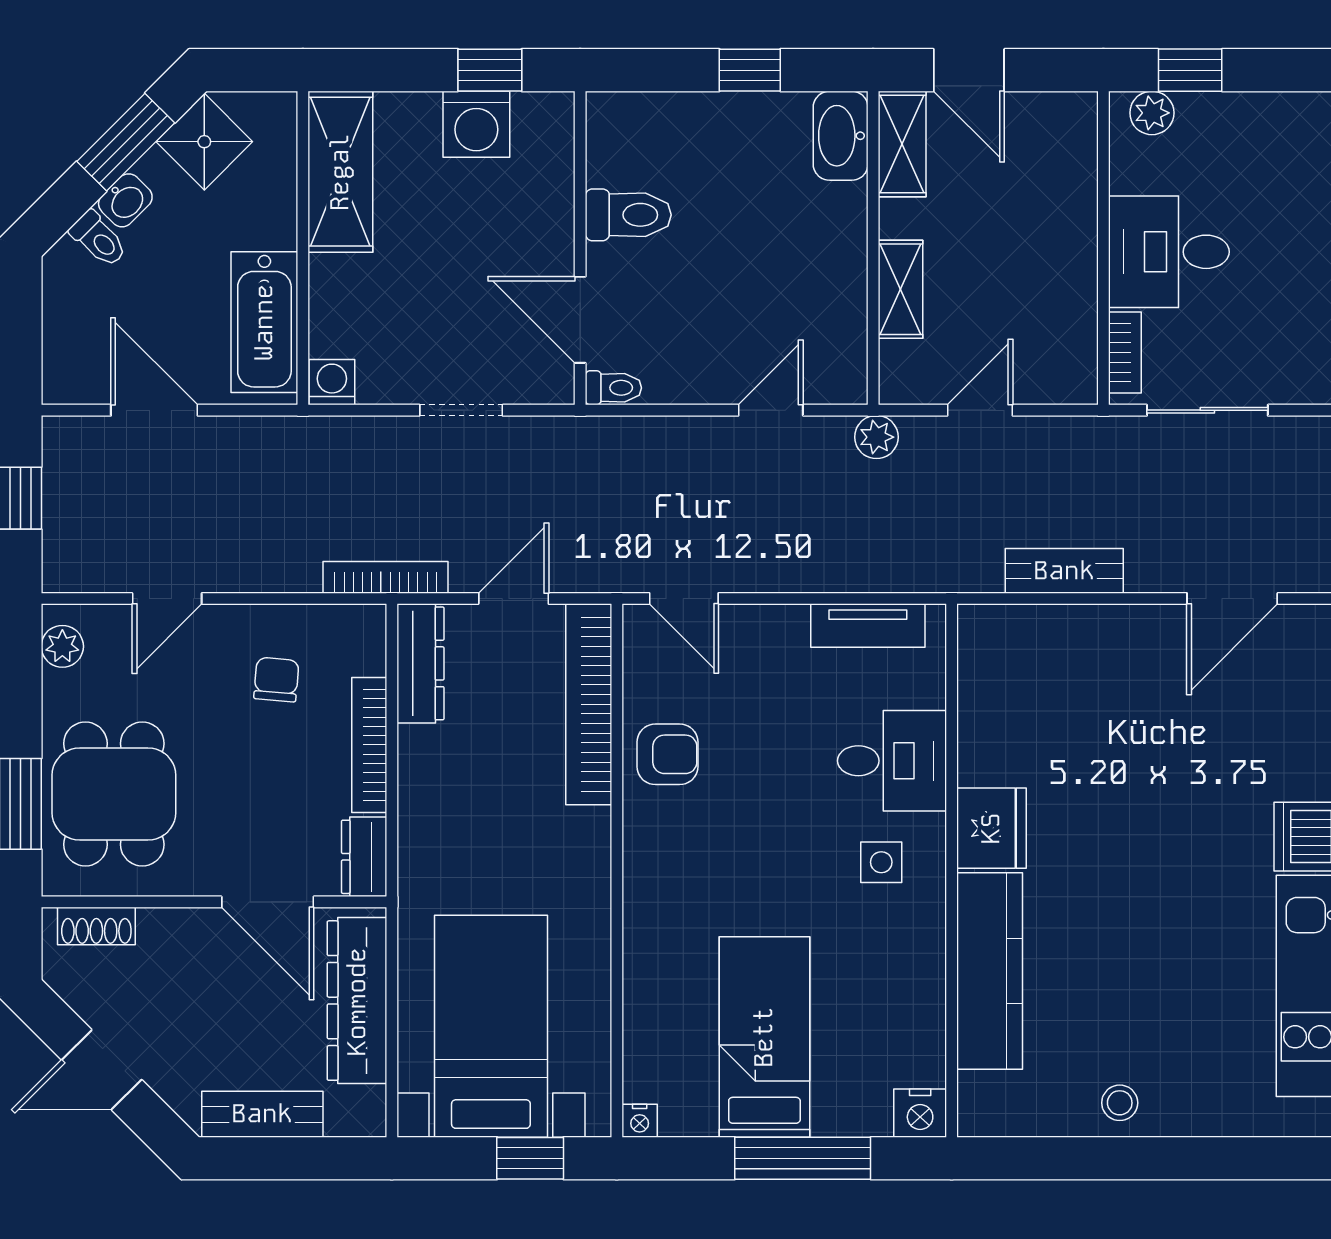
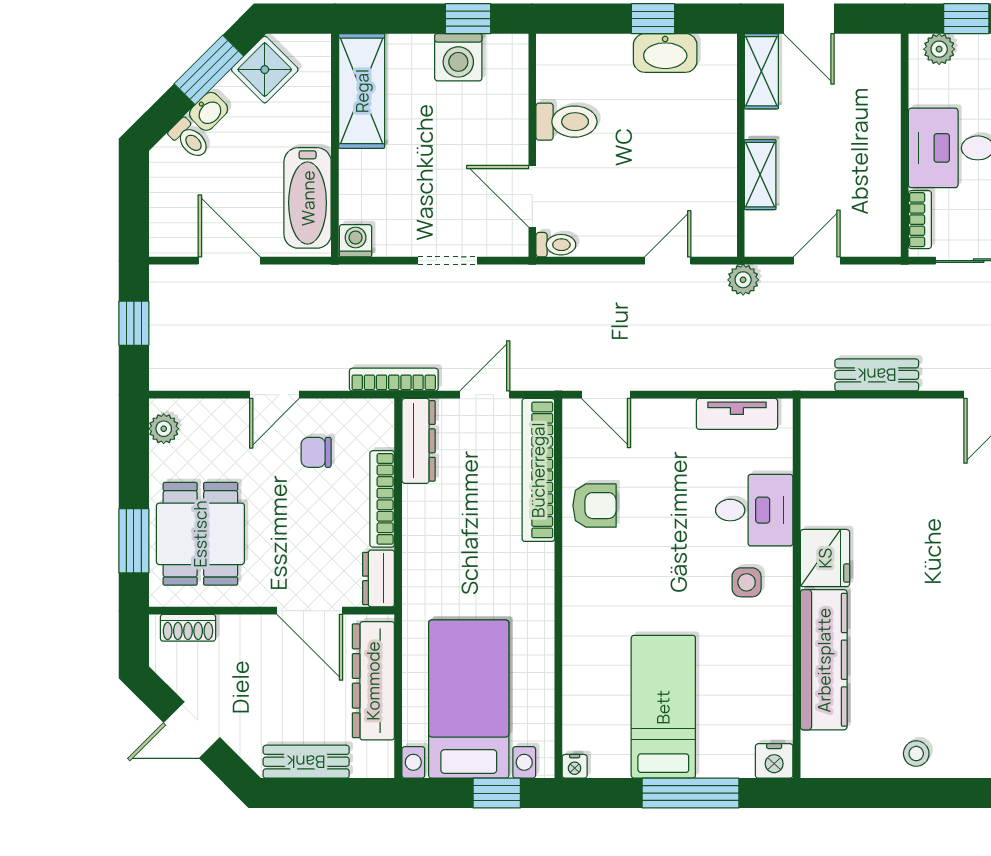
washbasin: (841, 136) -> (665, 53), moved, turned -90
door: (167, 598) -> (274, 395), moved
chair: (276, 680) -> (316, 452), turned -95

